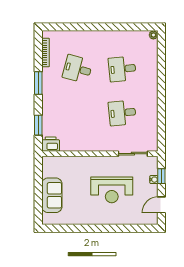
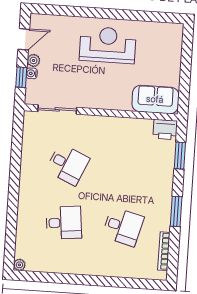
desk: (122, 113) -> (68, 164), turned 30
plant: (153, 189) -> (33, 60), added
reception desk: (112, 190) -> (108, 45), moved
sofa: (52, 195) -> (155, 99), moved, turned 90

